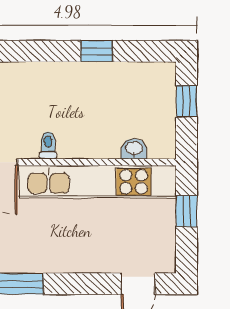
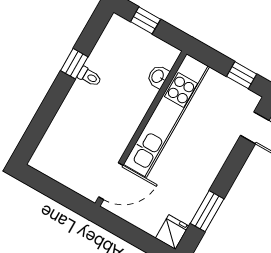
toilet: (48, 145) -> (89, 77), moved, turned 180
window: (187, 211) -> (242, 75), moved

